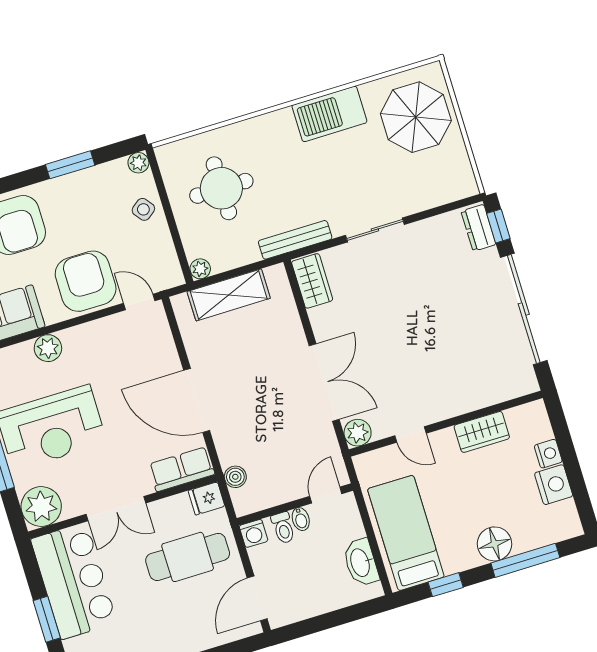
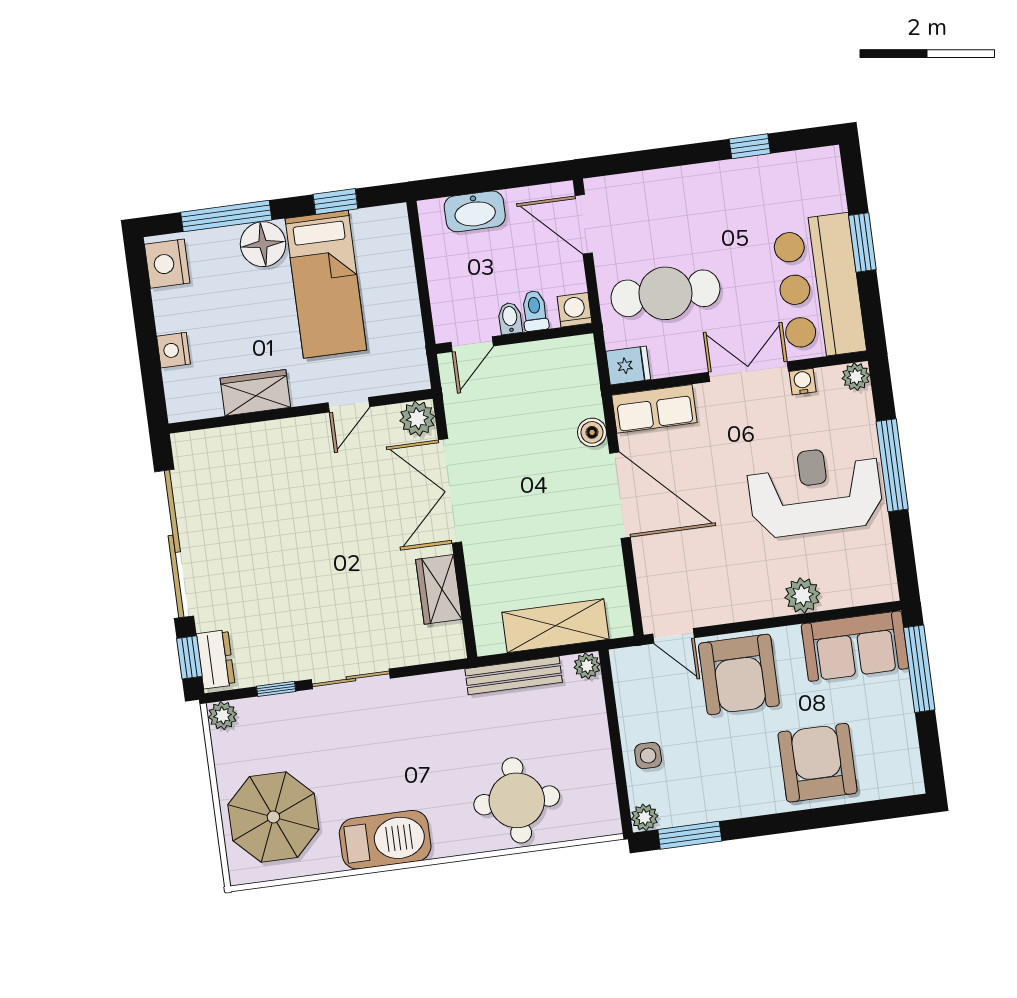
window: (70, 165) -> (690, 835), moved
plant: (466, 187) -> (223, 716), added
round table: (221, 188) -> (517, 800), moved
side table: (143, 209) -> (648, 756), turned 37
window: (430, 213) -> (276, 689), added
bench: (295, 240) -> (514, 676), moved
wardrobe: (312, 281) -> (439, 589), moved
door: (410, 435) -> (349, 405), swing flipped
boiler: (235, 477) -> (592, 432), moved
nightstand: (554, 485) -> (167, 264), moved
plant: (41, 507) -> (856, 377), width x0.53, depth x0.53
water cooler: (74, 508) -> (803, 382), added
bed: (406, 533) -> (326, 284), moved
washbasin: (361, 562) -> (475, 211), moved, turned 90
door: (257, 598) -> (584, 224), swing flipped

